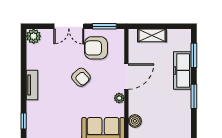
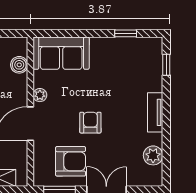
plant: (34, 36) -> (153, 155), moved
armchair: (81, 77) -> (90, 123), turned 42

